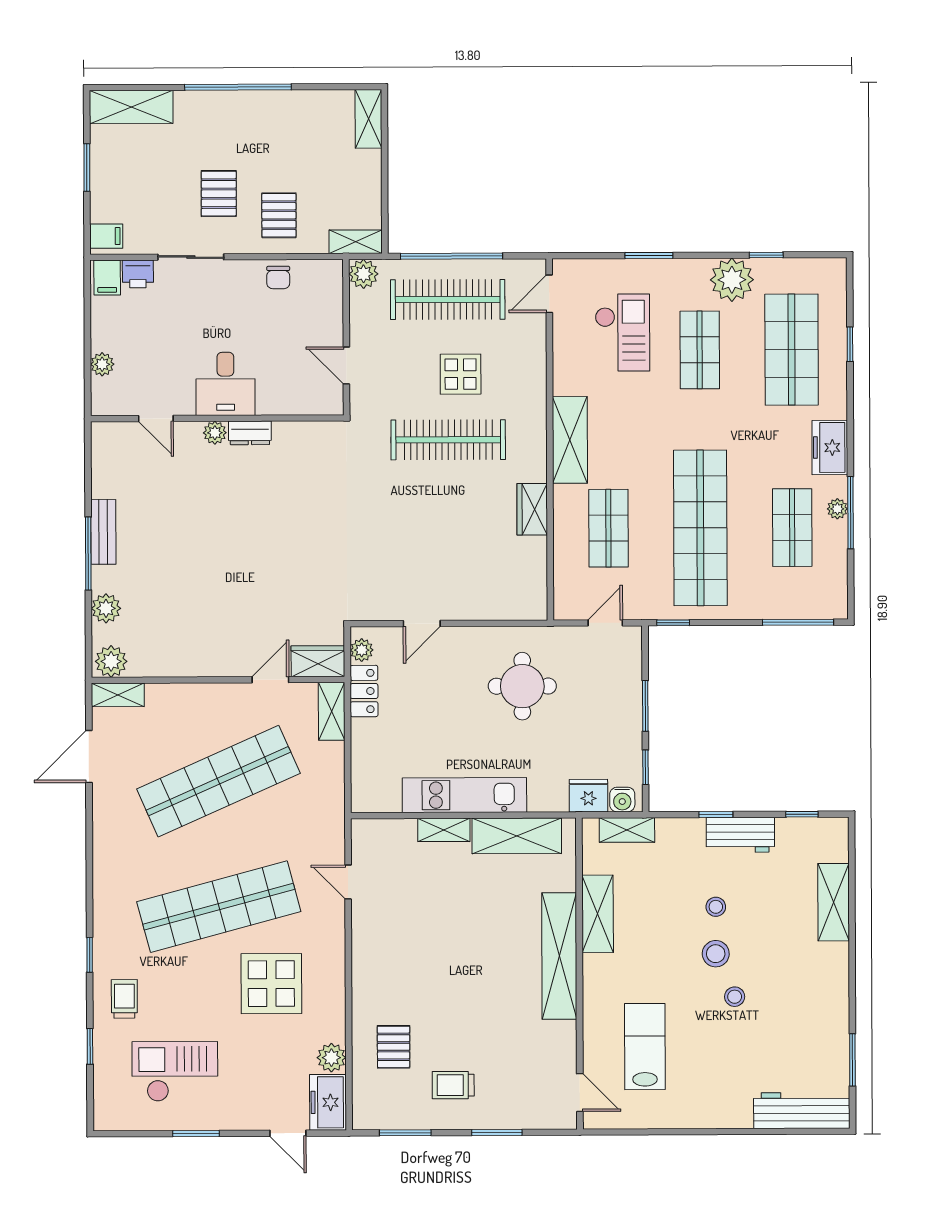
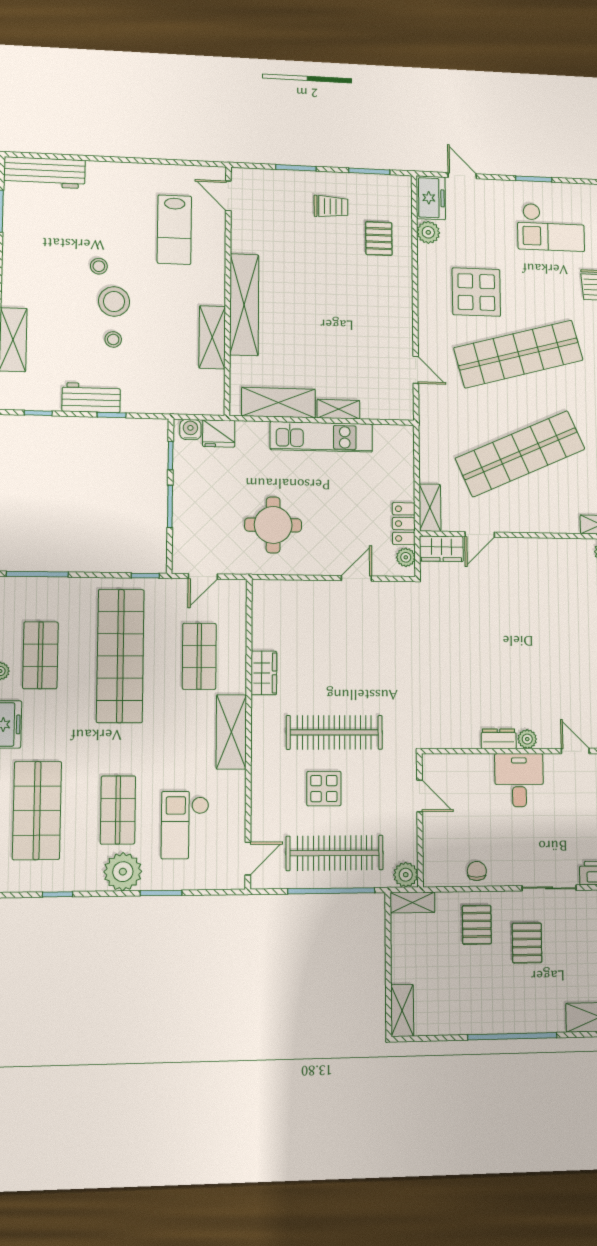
plant: (732, 280) -> (123, 872), moved
shelving: (627, 830) -> (187, 405), removed
stool: (716, 954) -> (114, 301), width x1.38, depth x1.38

